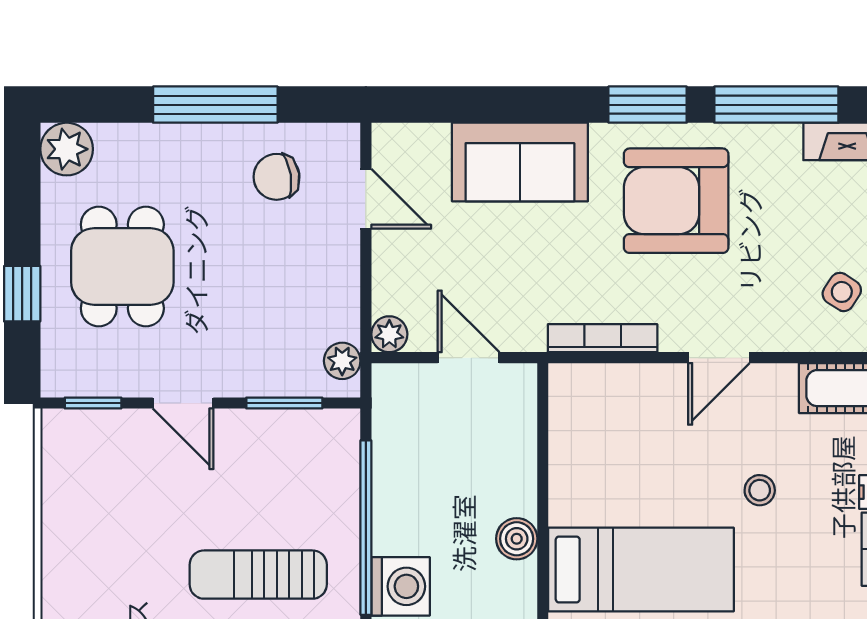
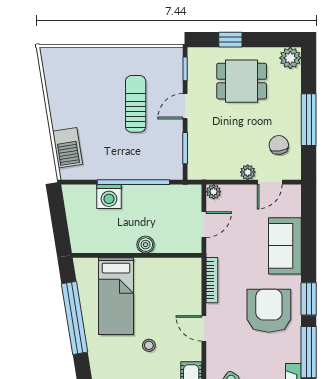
plant: (342, 361) -> (248, 172), moved
boiler: (517, 539) -> (146, 245), moved
sun lounger: (258, 575) -> (136, 104), moved

